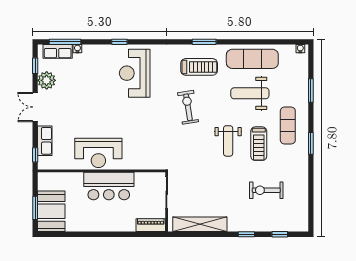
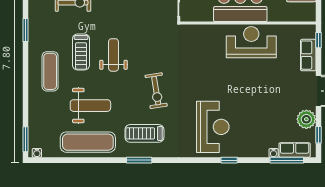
window: (311, 90) -> (26, 139), moved
window: (311, 143) -> (26, 30), moved
treadmill: (259, 144) -> (81, 52), turned 180

